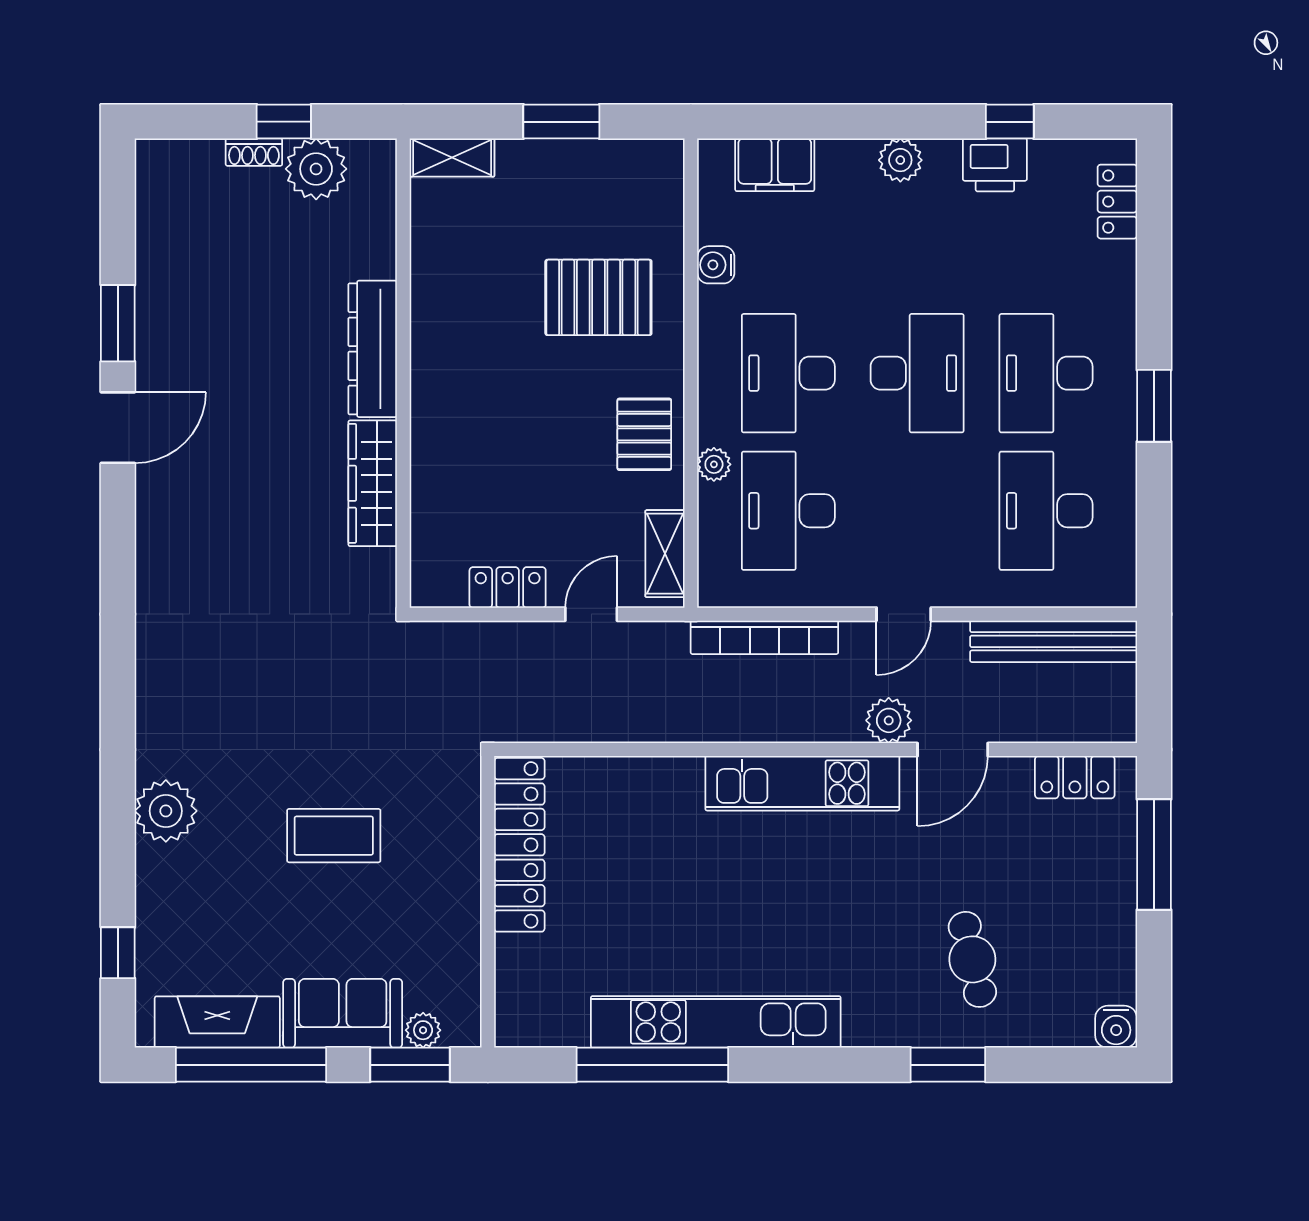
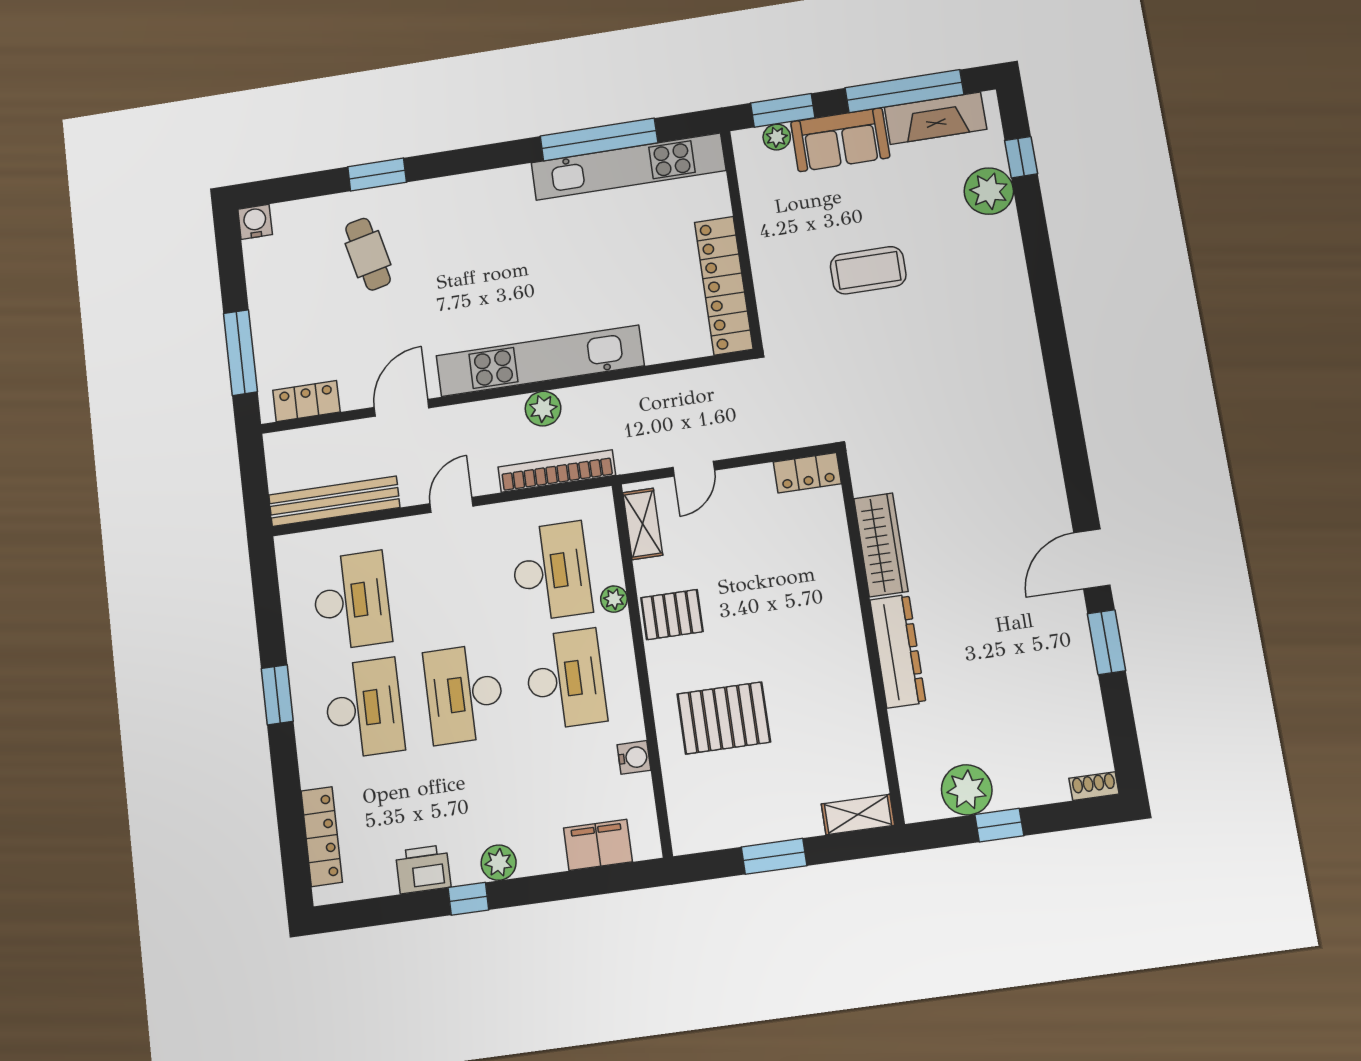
window: (1010, 122) -> (468, 899), moved
shoe rack: (254, 152) -> (1094, 786), moved
locker: (1117, 202) -> (322, 836), width x1.53
pallet: (644, 434) -> (672, 615), turned 90
locker: (508, 588) -> (807, 473), moved
plant: (889, 720) -> (543, 409), moved
kitchen unit: (802, 783) -> (540, 361), width x1.36
plant: (166, 811) -> (989, 191), moved
kitchen unit: (716, 1022) -> (628, 167), moved

